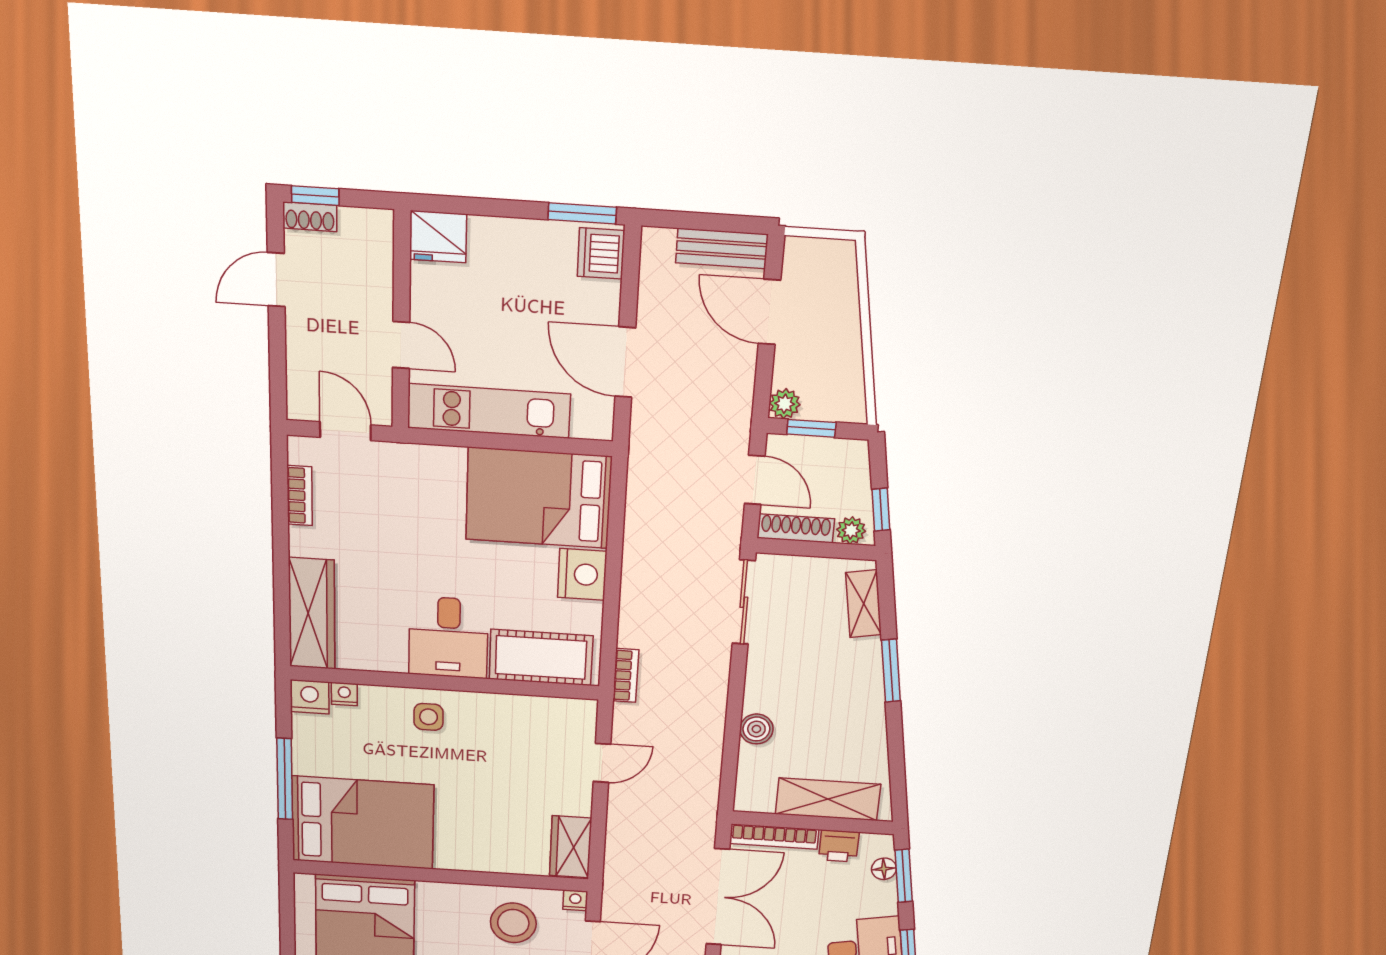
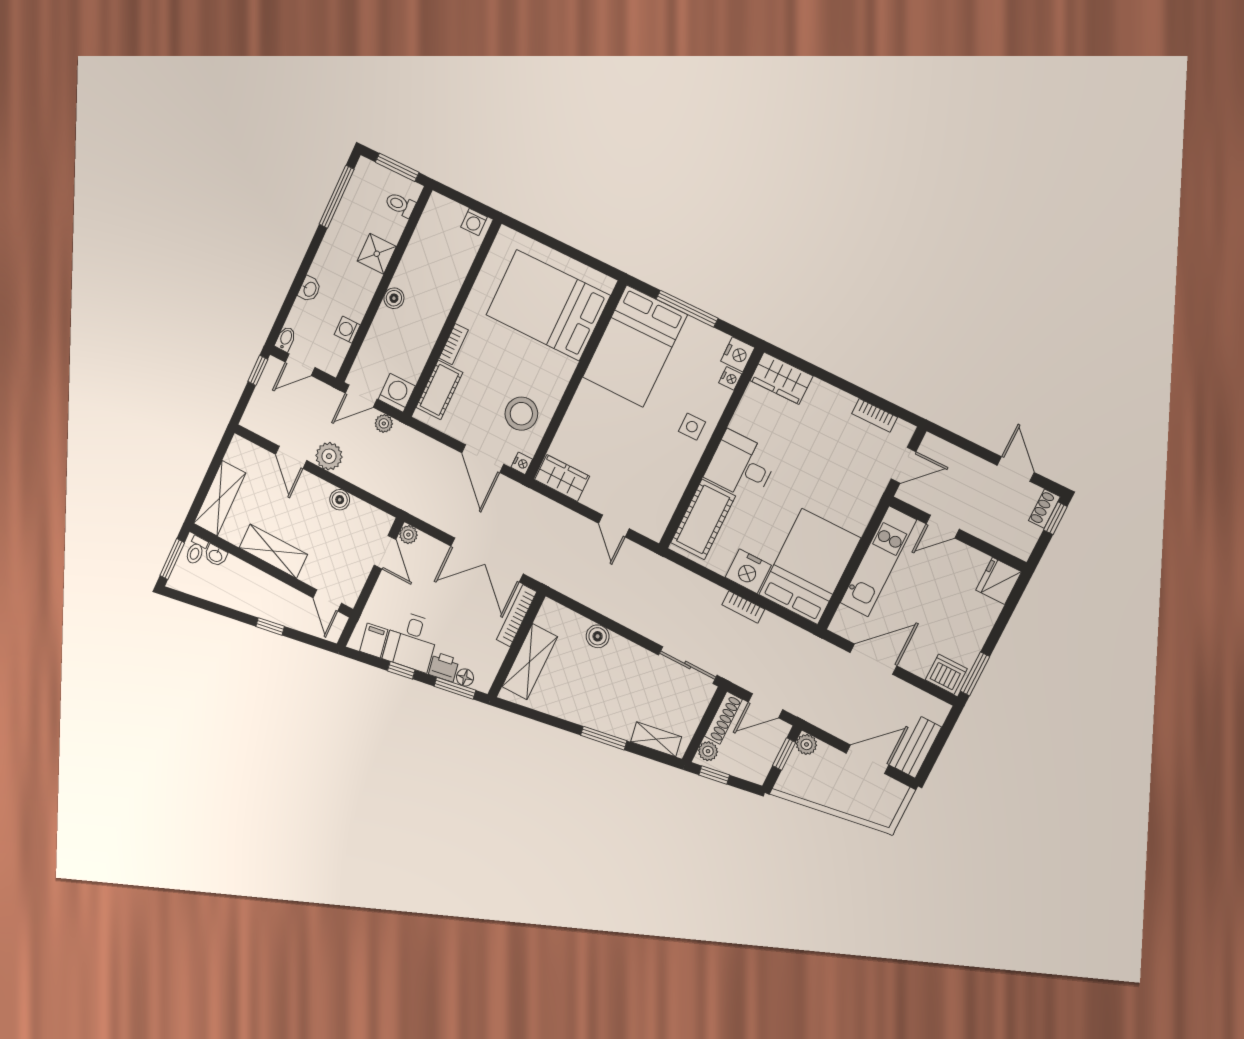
wardrobe: (312, 614) -> (781, 378), width x0.67
bookcase: (626, 675) -> (743, 607), moved
printer: (839, 846) -> (444, 667), moved, turned 80

